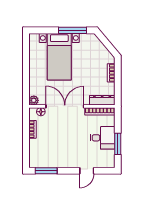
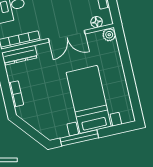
double door: (65, 106) -> (67, 36), width x0.73

